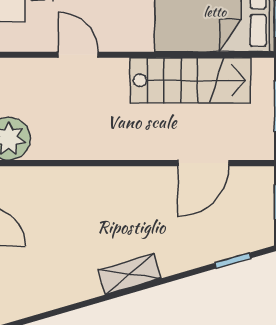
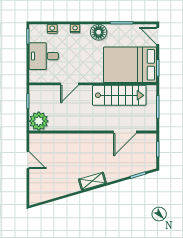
door: (78, 55) -> (70, 84), swing flipped

